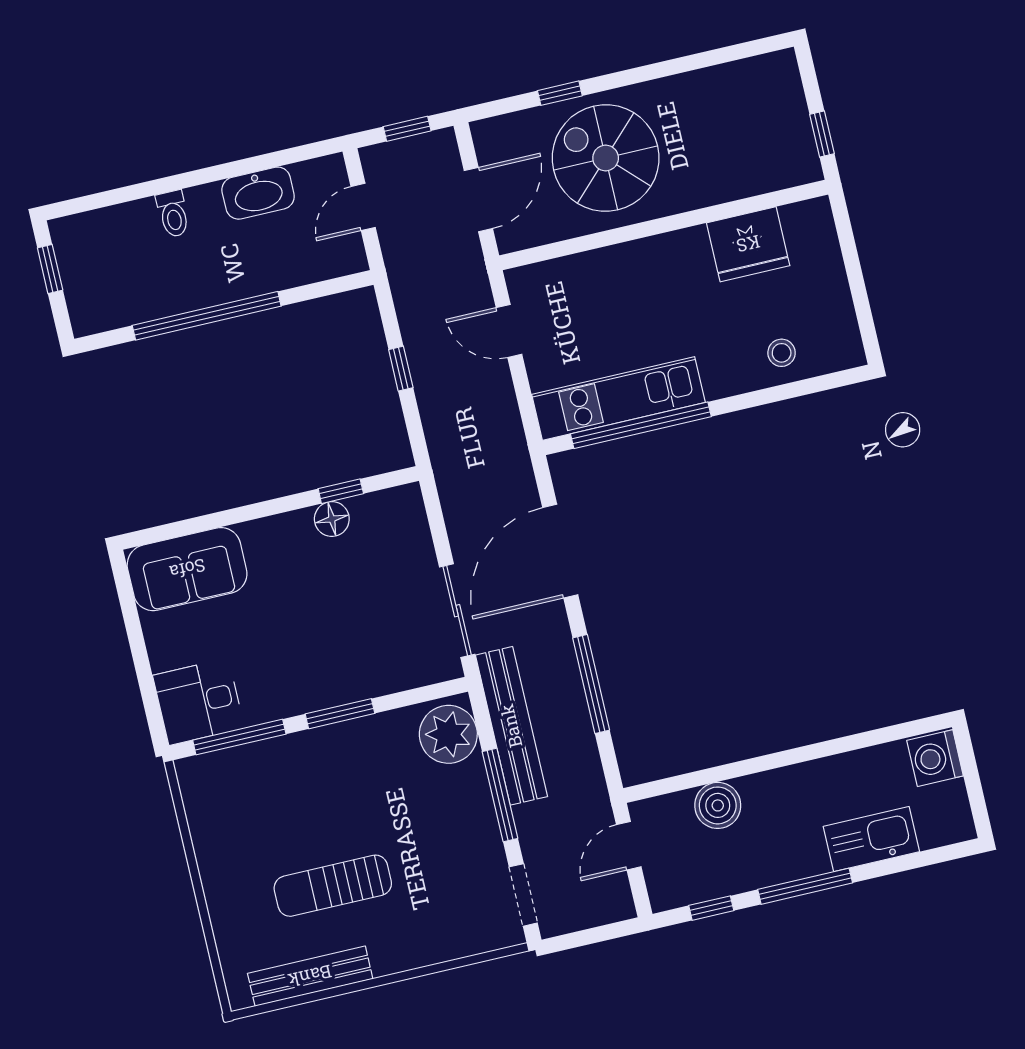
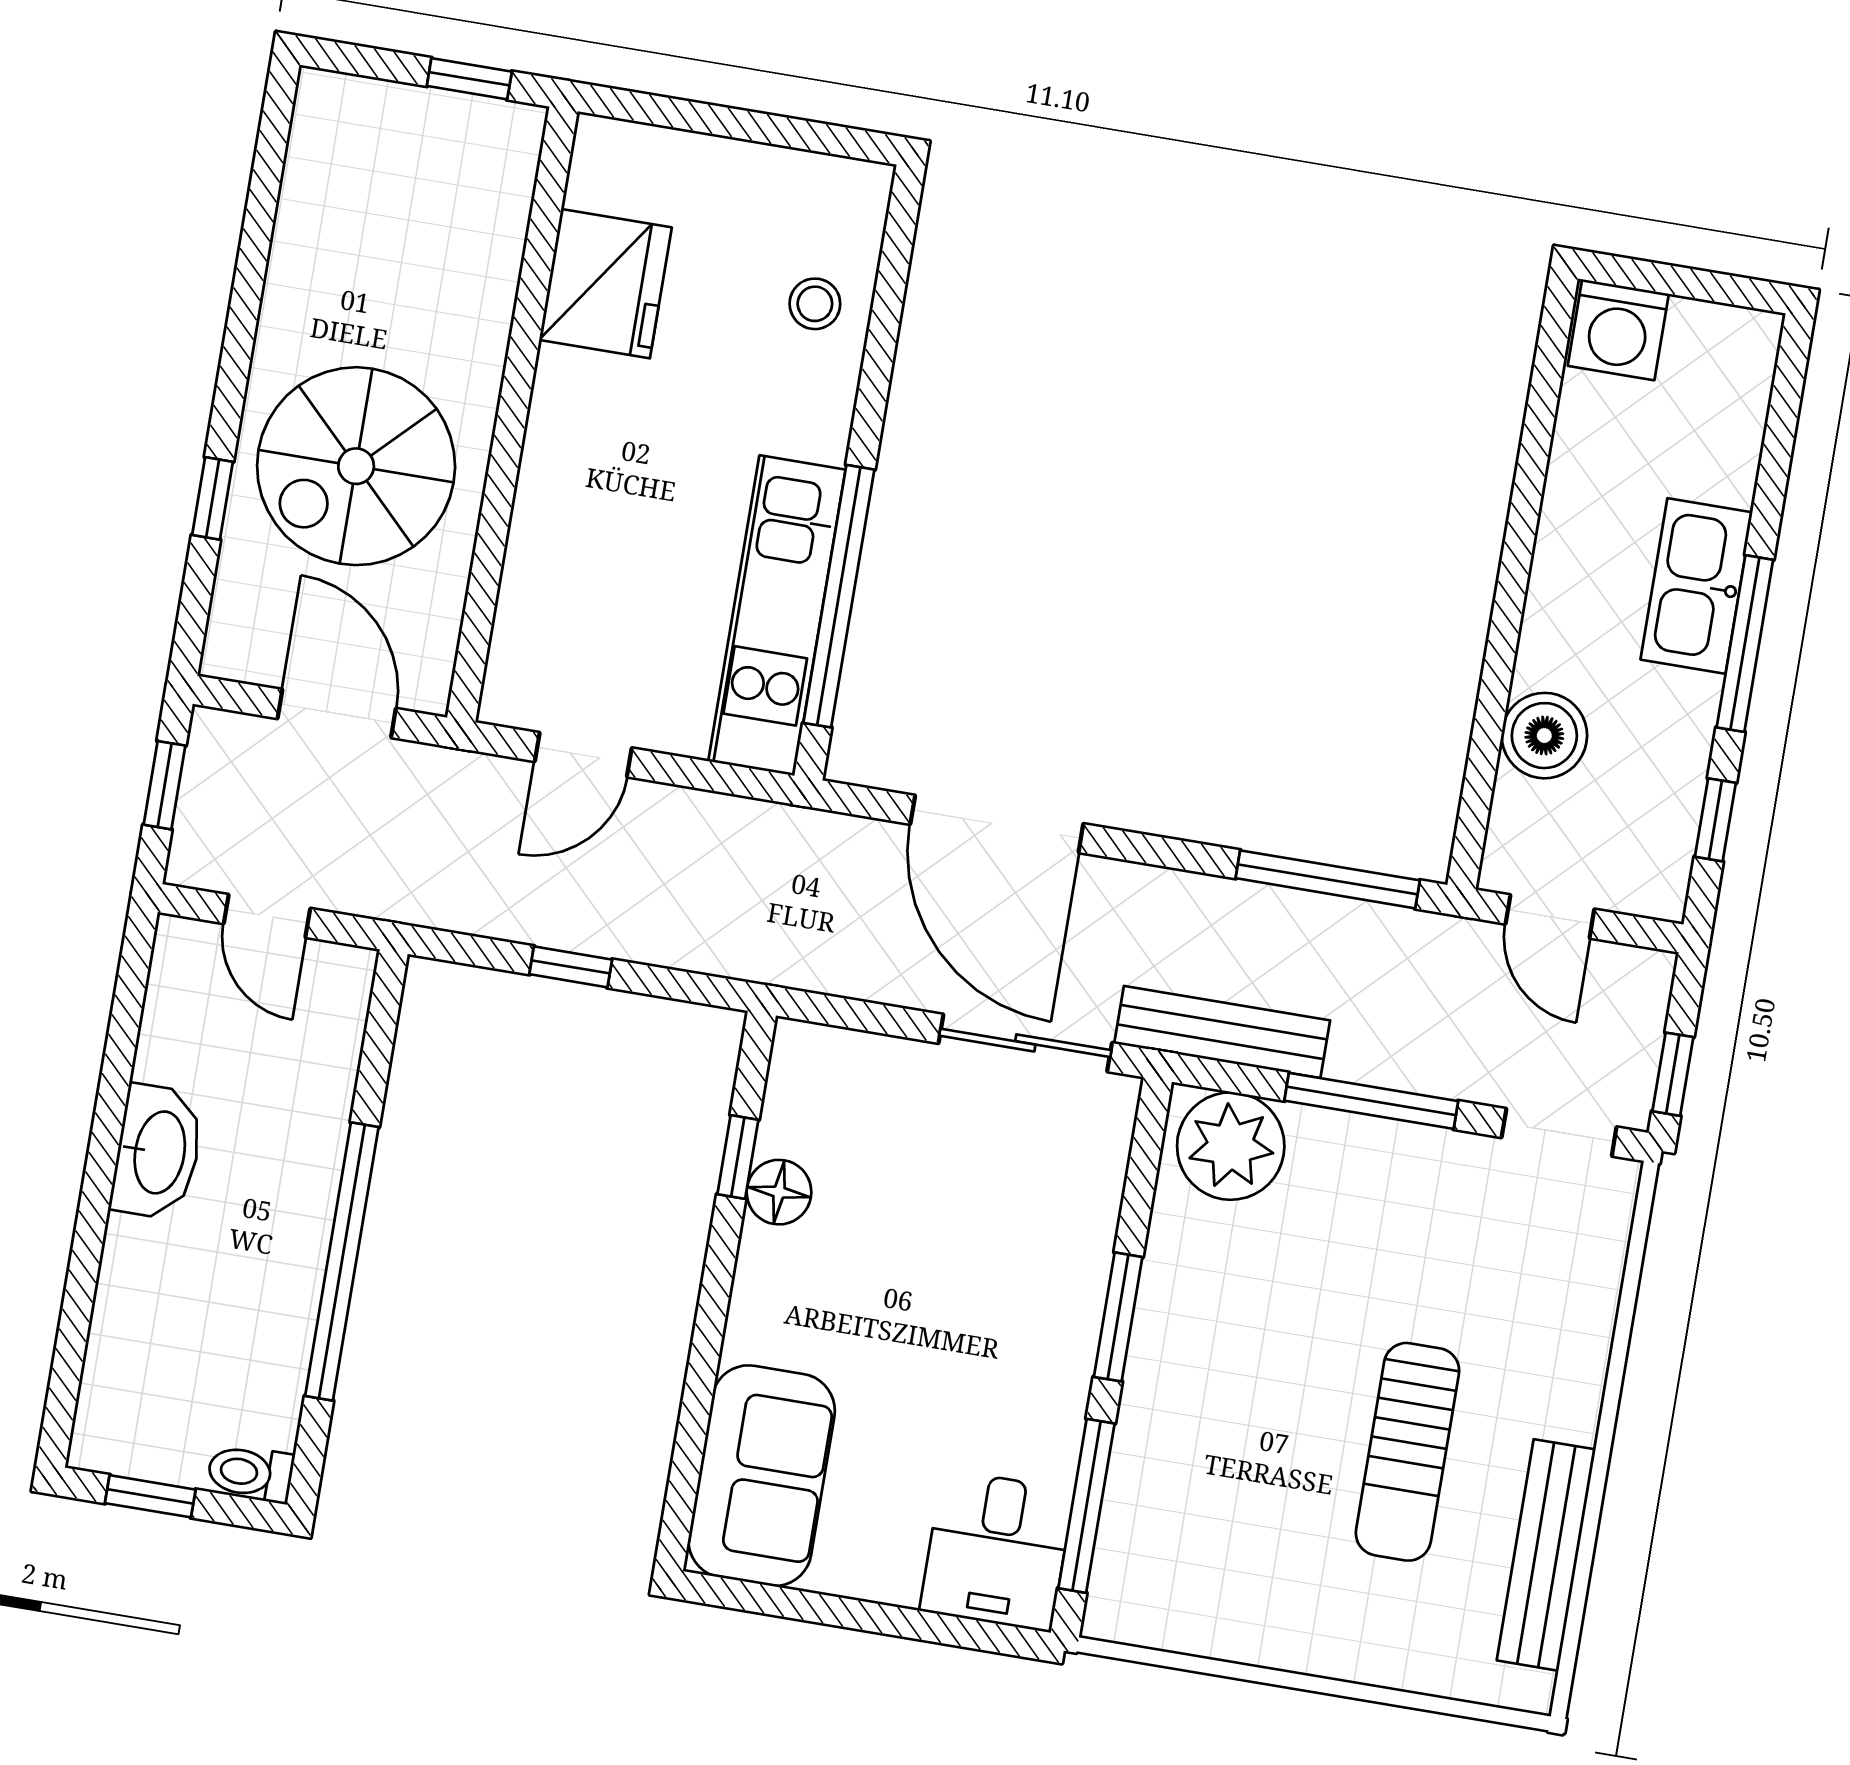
washbasin: (258, 193) -> (157, 1152), moved
toilet: (173, 214) -> (250, 1473), moved, turned 180
window: (591, 684) -> (1328, 879), moved
bench: (511, 726) -> (1222, 1032), width x0.73, depth x0.82
kitchen sink: (871, 839) -> (1696, 586), moved
window: (576, 940) -> (1673, 1074), added

